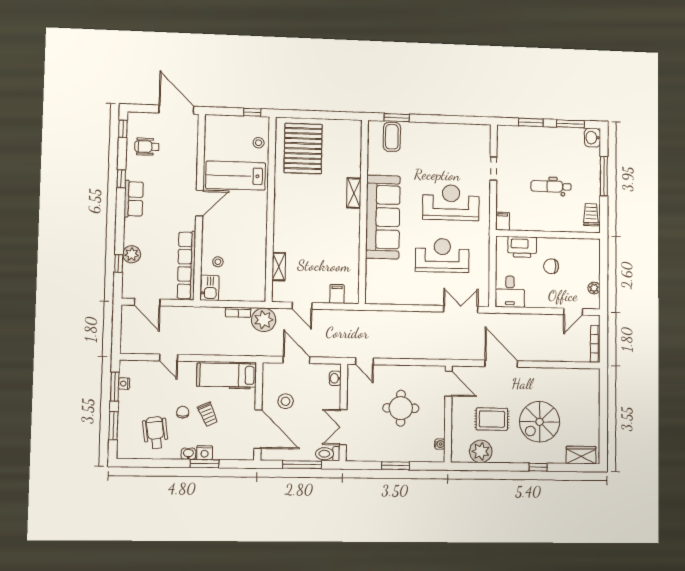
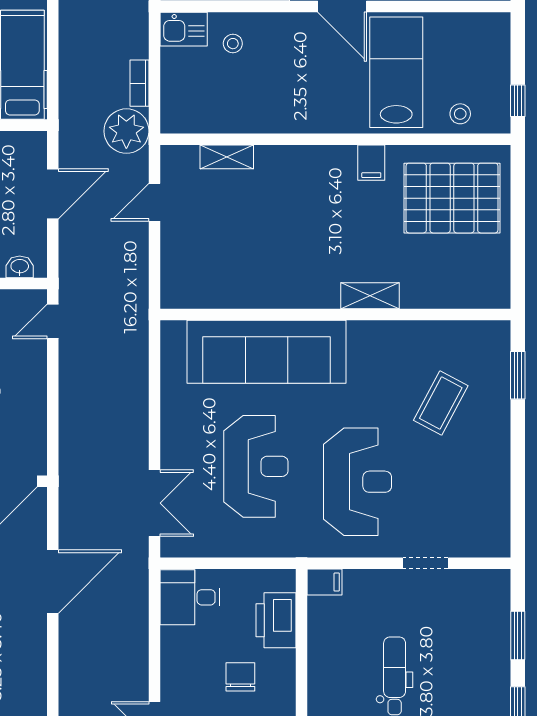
coffee table: (392, 137) -> (441, 403), moved, turned -62
sofa: (383, 217) -> (267, 352), moved
filing cabinet: (337, 294) -> (371, 163), moved, turned 90

